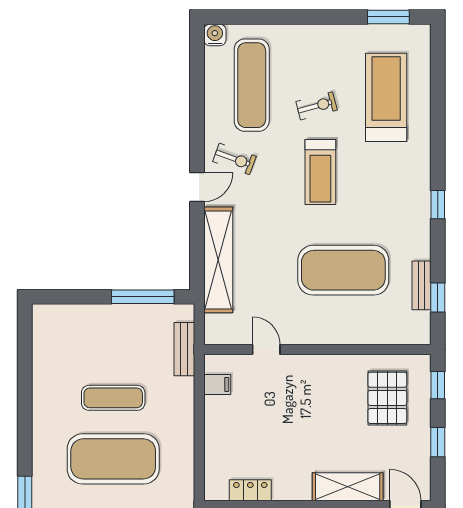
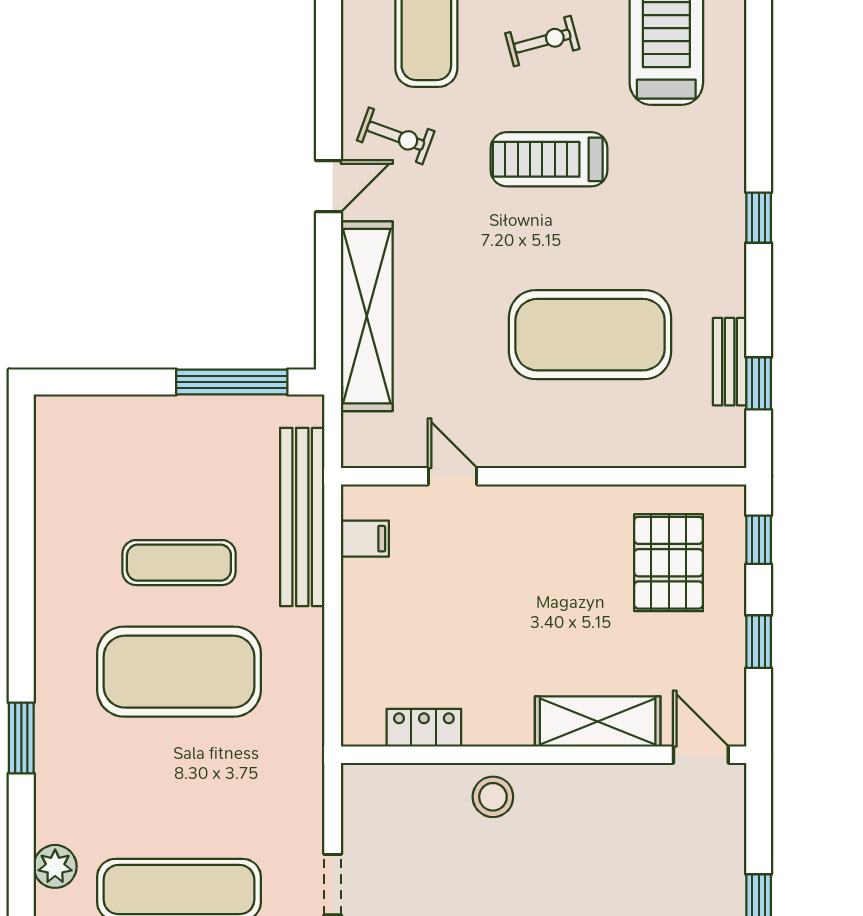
treadmill: (320, 172) -> (549, 159), turned 90
bench: (184, 349) -> (302, 517), width x1.86, depth x1.21

